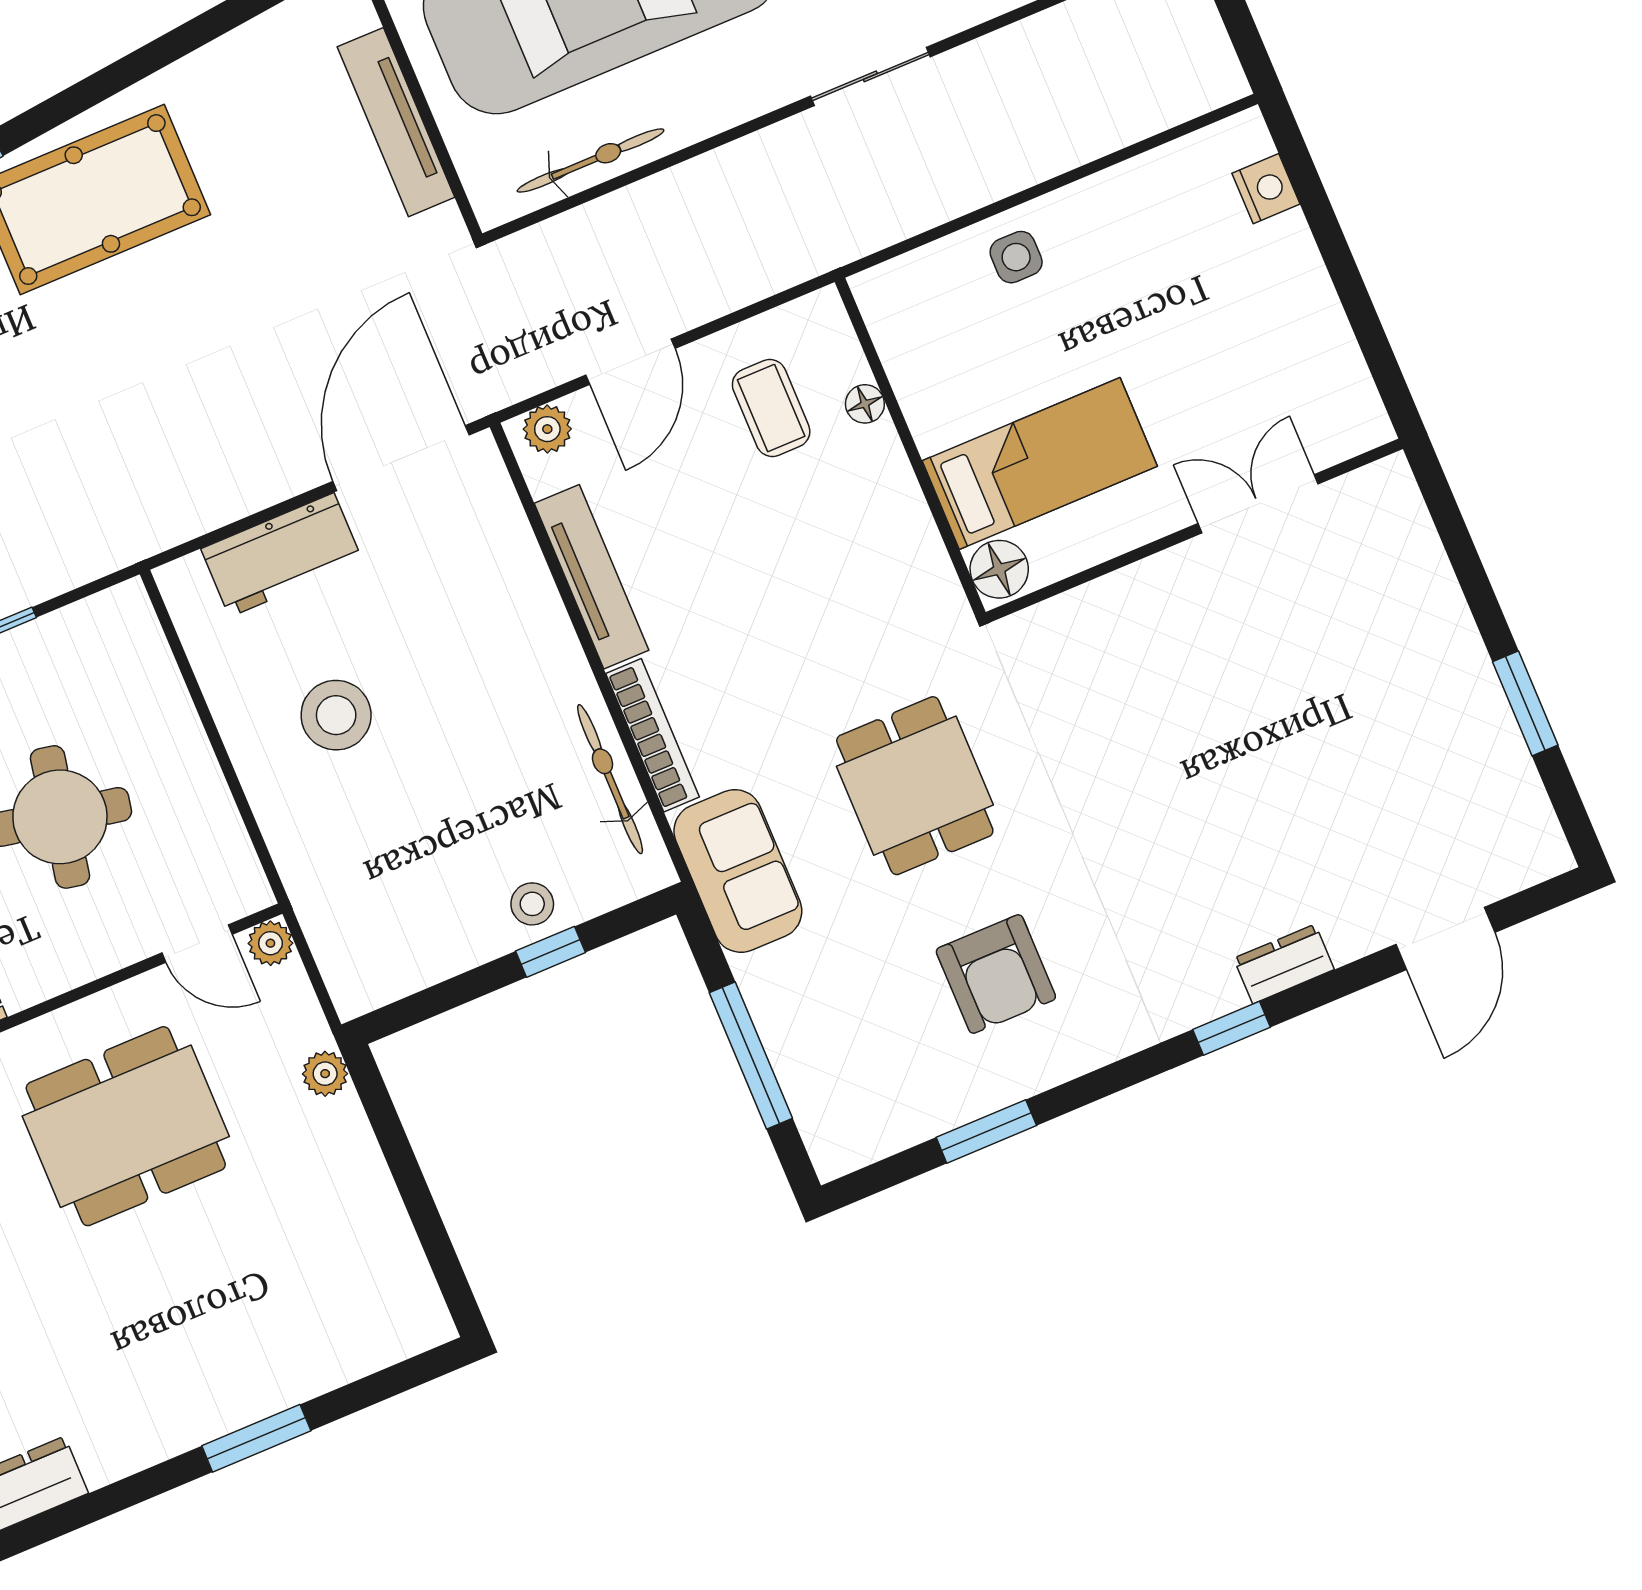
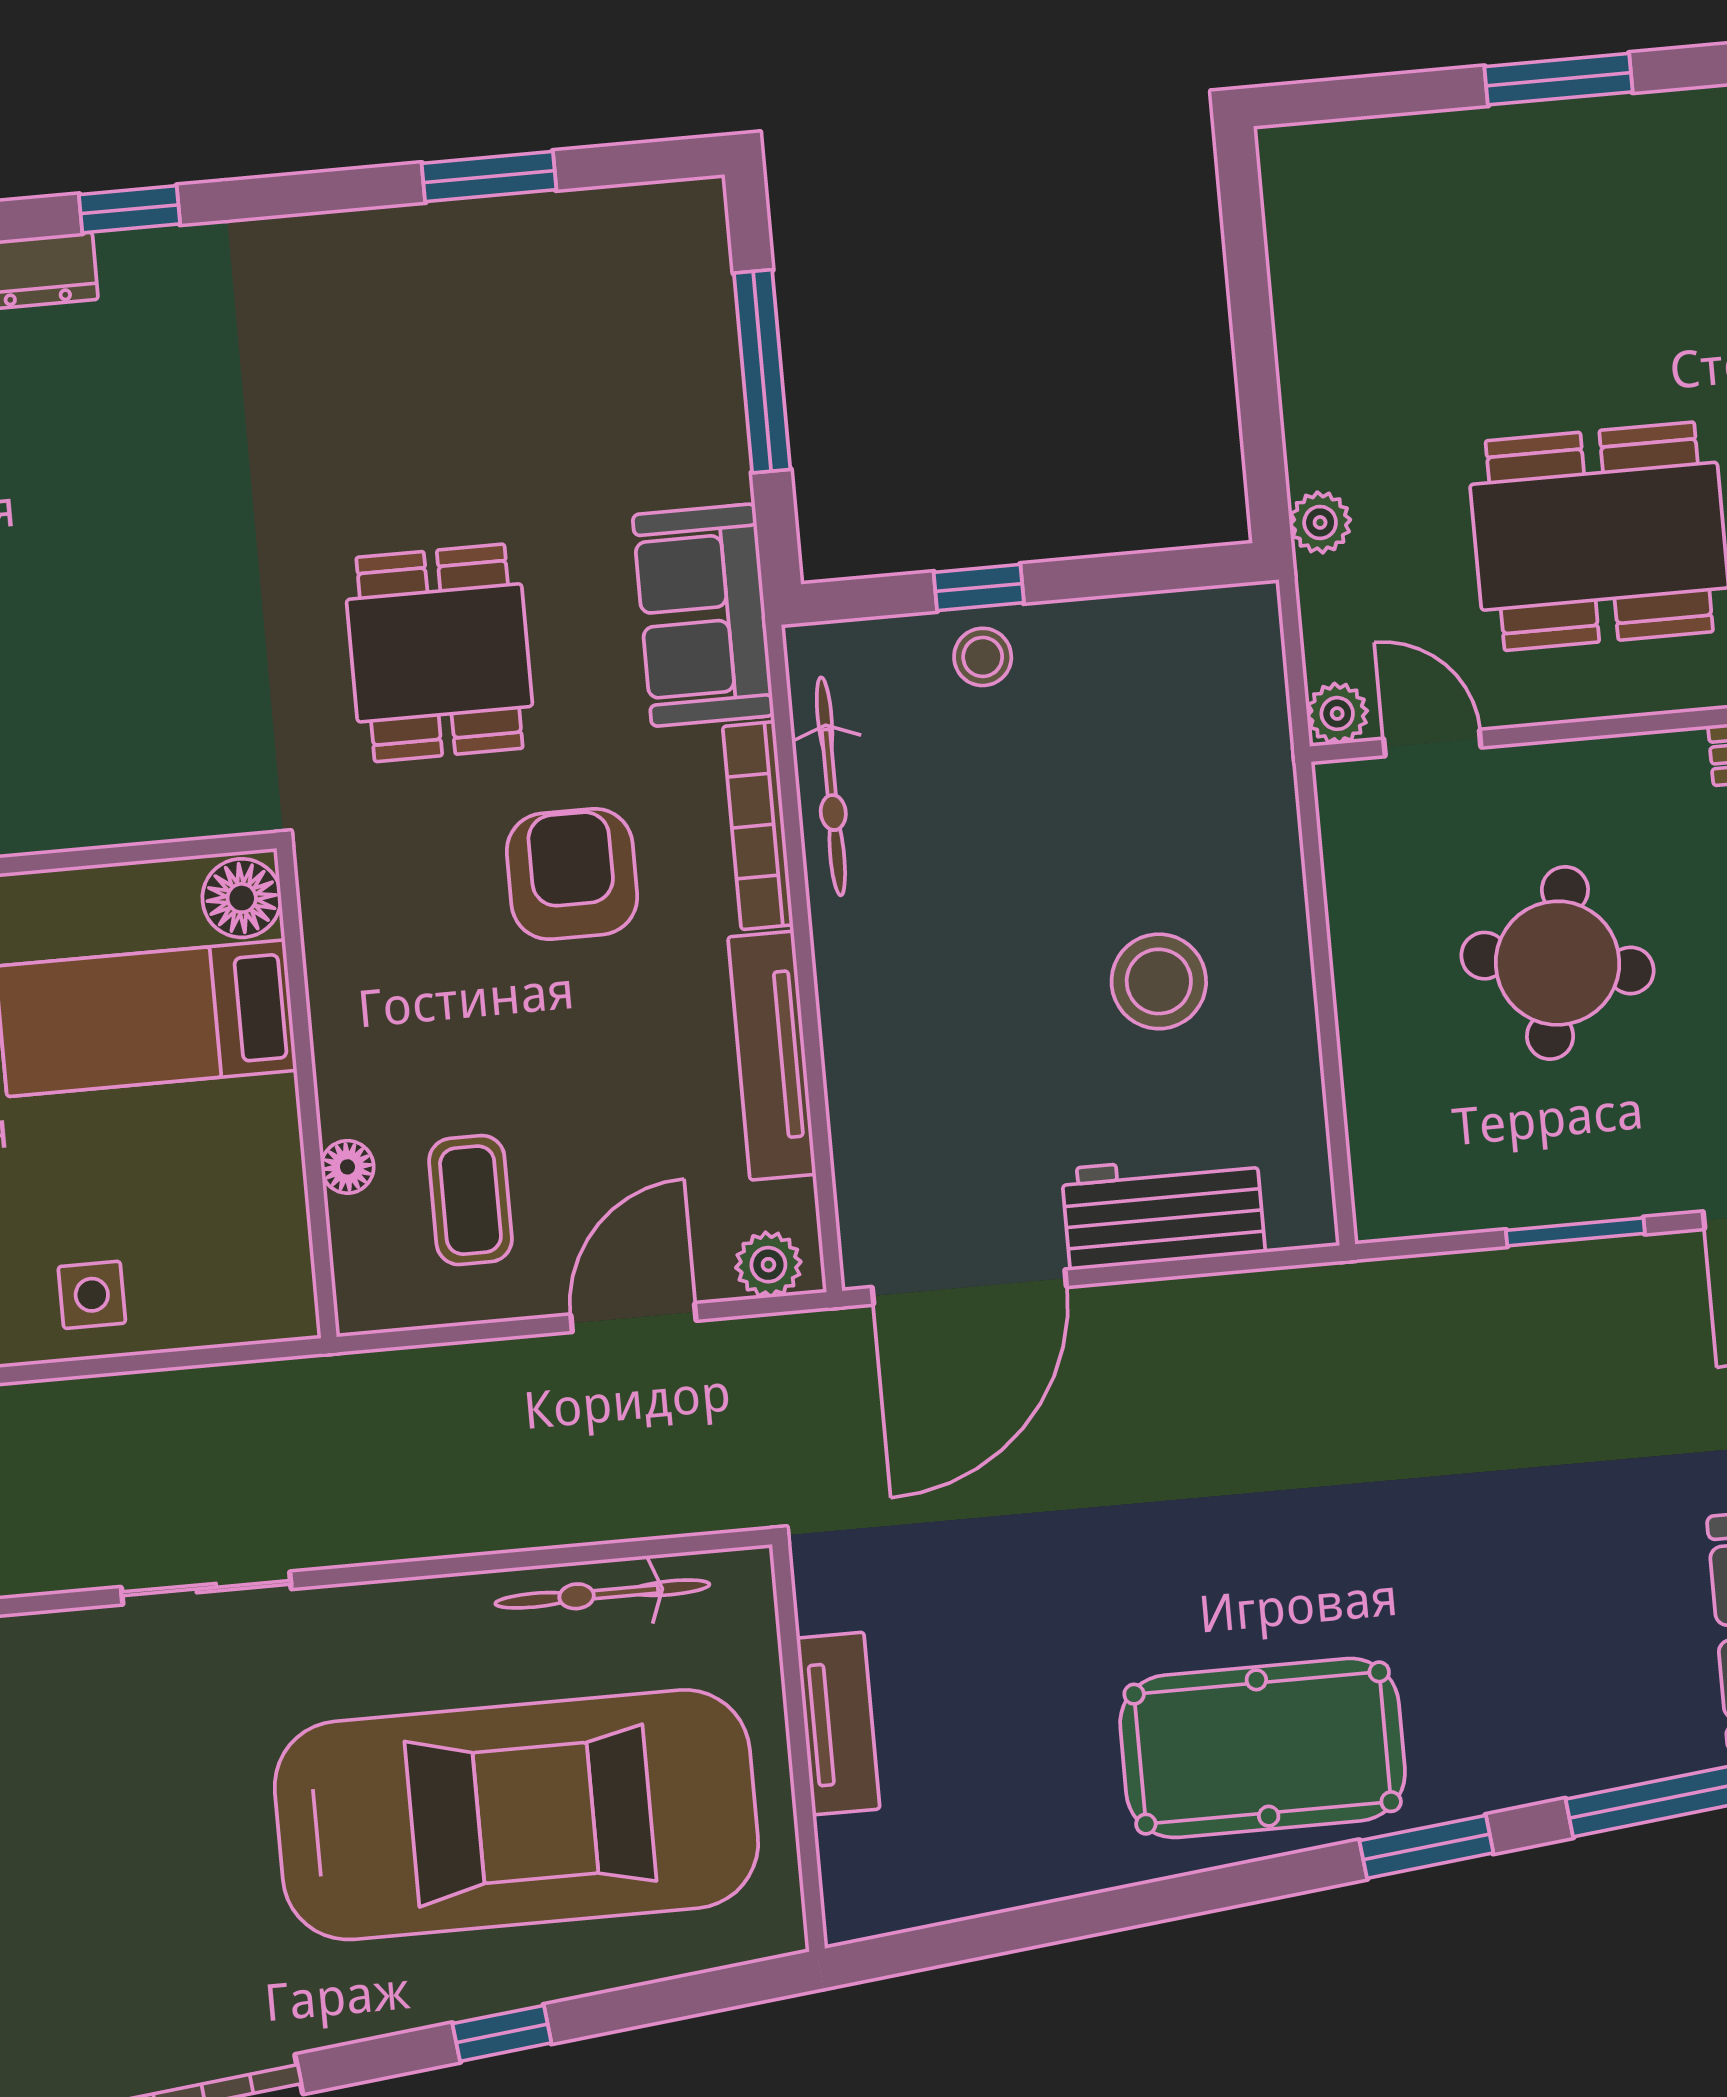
tv unit: (396, 122) -> (838, 1724), width x0.71
armchair: (996, 974) -> (572, 874), moved

